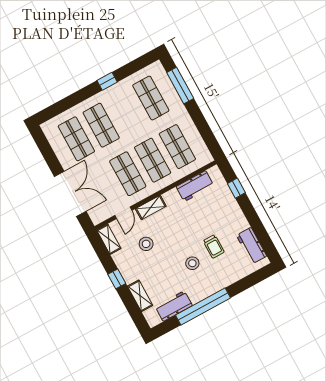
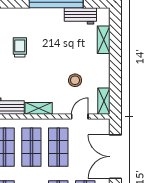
shelving: (151, 208) -> (39, 108), moved
stool: (192, 263) -> (45, 43), removed
window: (117, 279) -> (115, 64), removed

